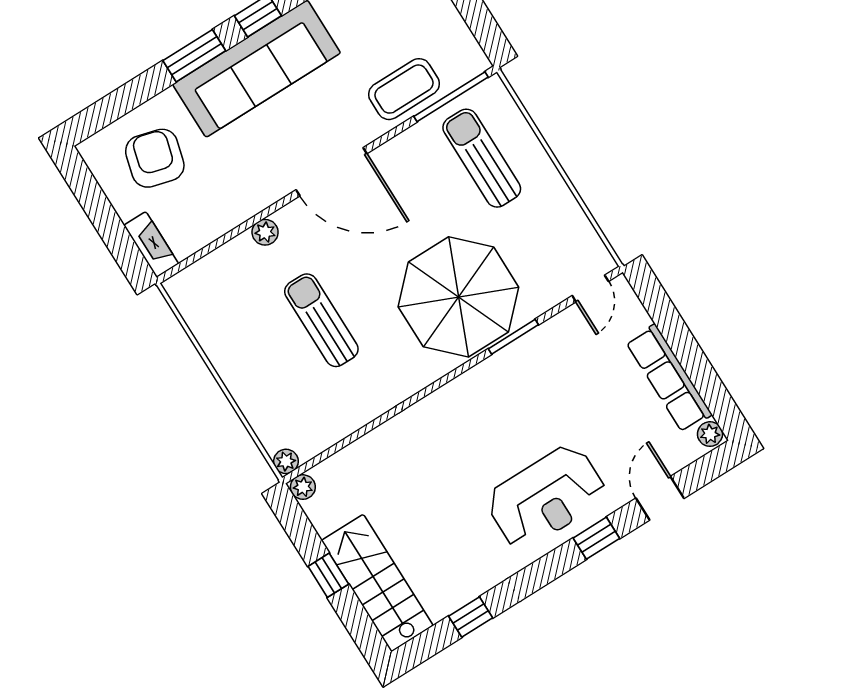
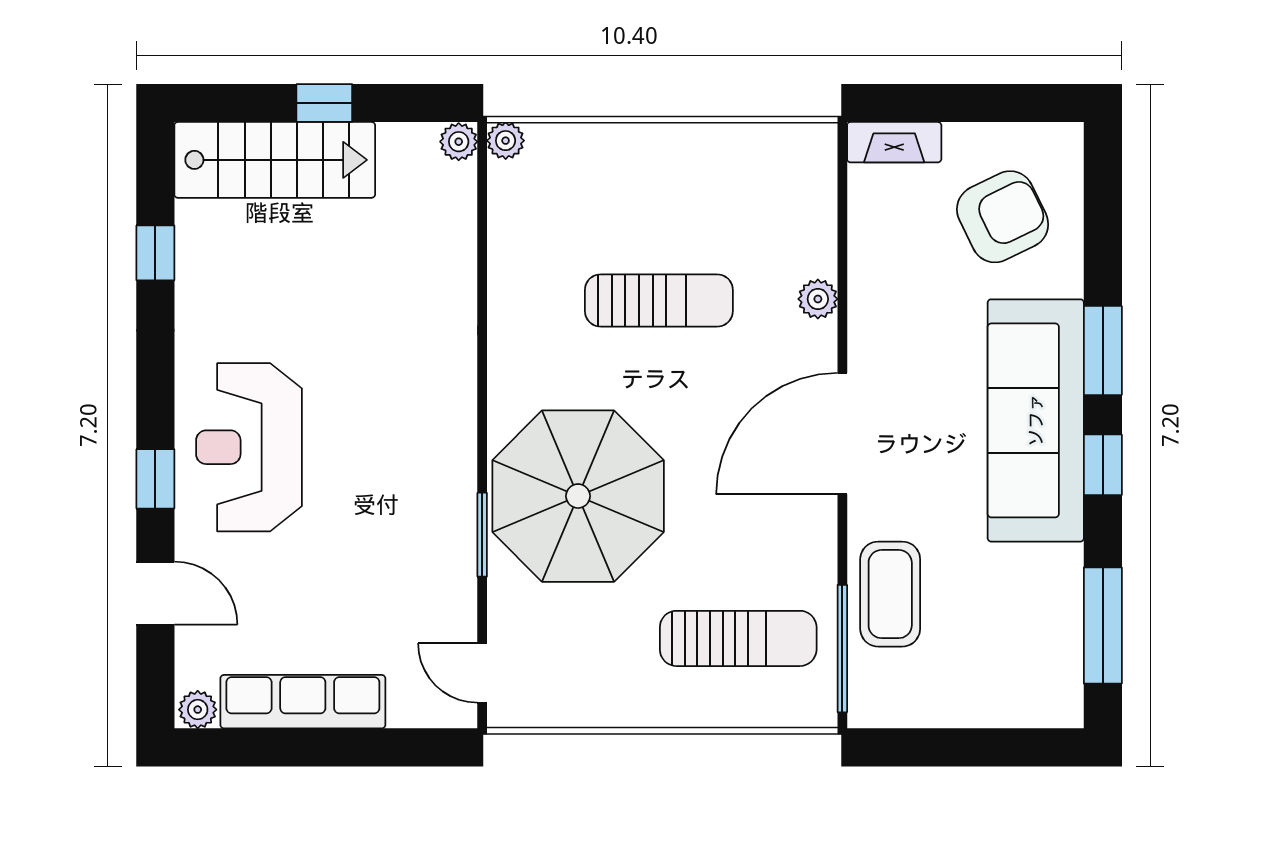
armchair: (155, 158) -> (1003, 217), turned -41

